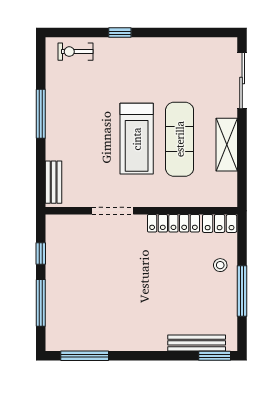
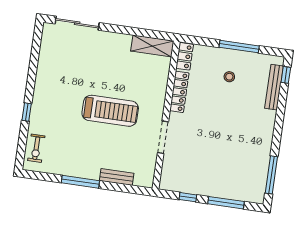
exercise mat: (180, 139) -> (115, 78), removed
shelving: (227, 145) -> (152, 46), moved
bench: (54, 182) -> (117, 177), moved
stool: (220, 265) -> (229, 77), moved
window: (215, 356) -> (286, 75), width x0.67

